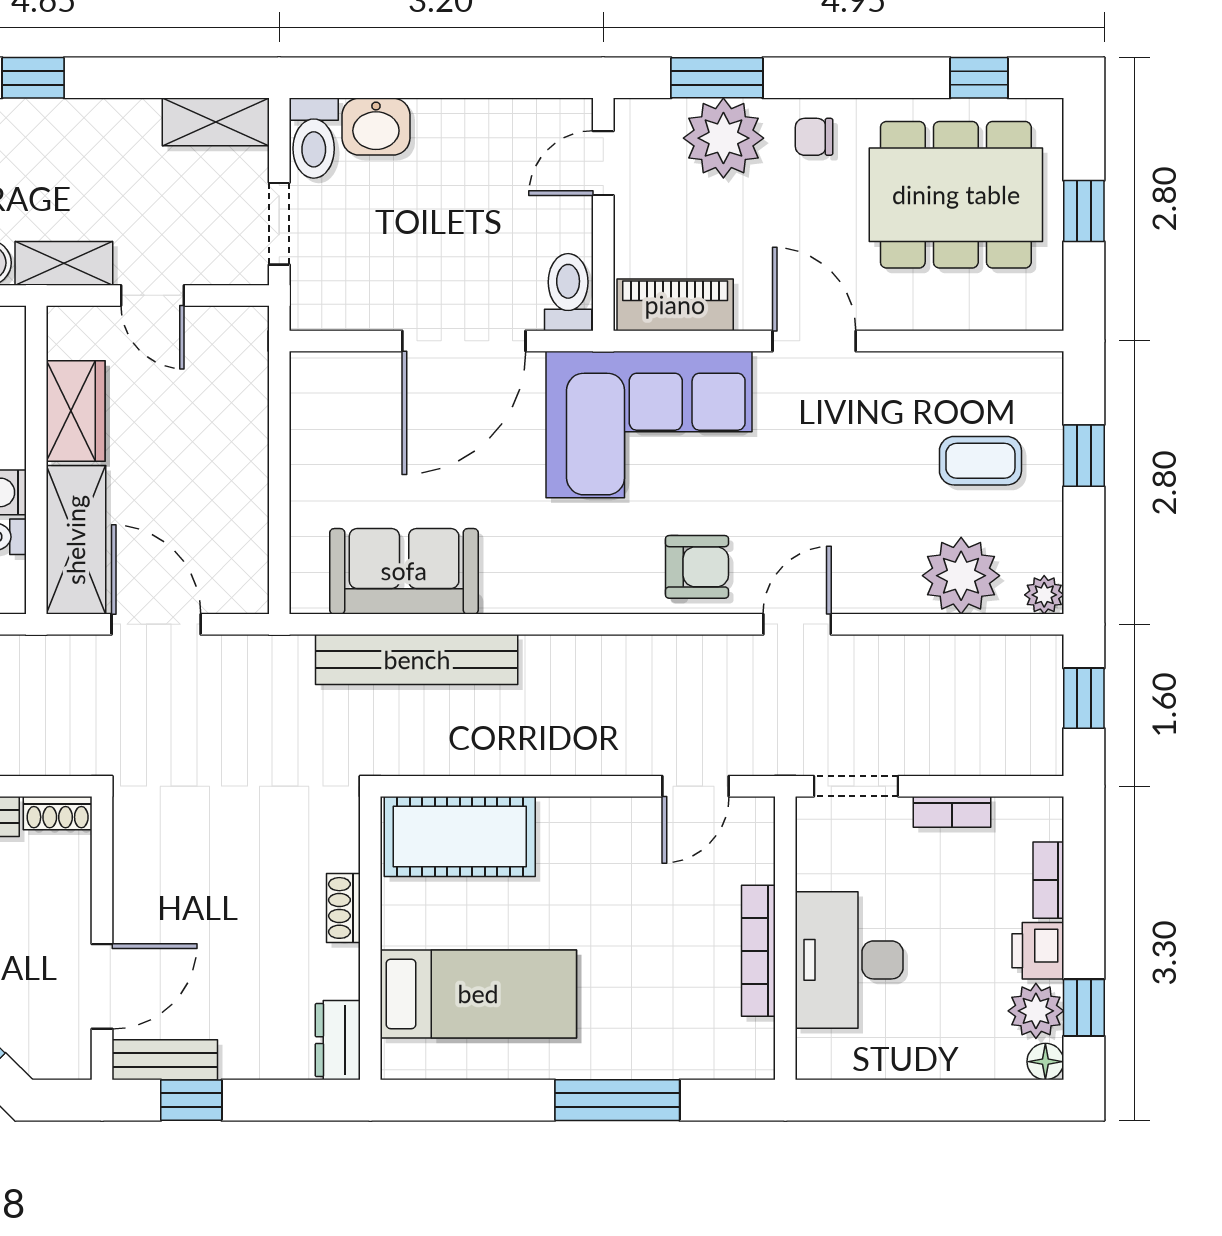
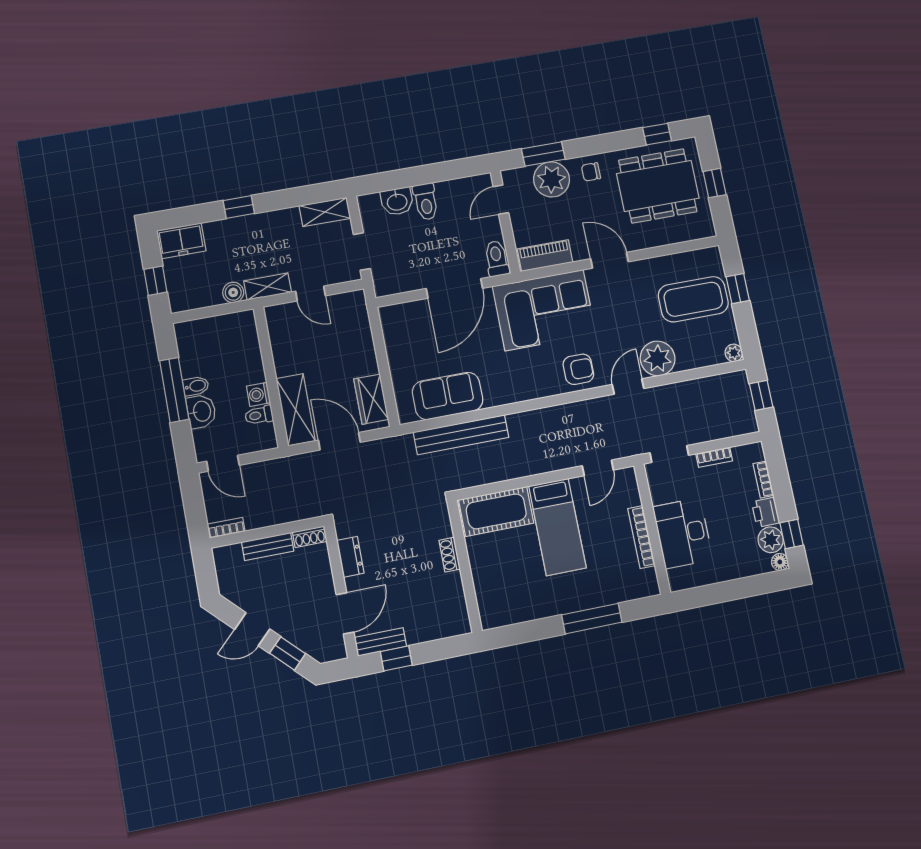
toilet: (314, 138) -> (426, 202), moved
wardrobe: (76, 411) -> (371, 399), moved, turned 180
coffee table: (980, 461) -> (693, 299), width x1.86, depth x1.72
plant: (961, 576) -> (658, 358), moved
bed: (478, 994) -> (557, 527), moved, turned 90
dresser: (338, 1040) -> (350, 557), moved, turned 180

